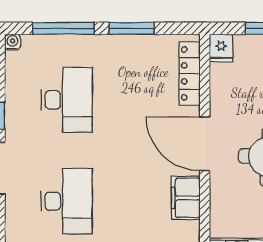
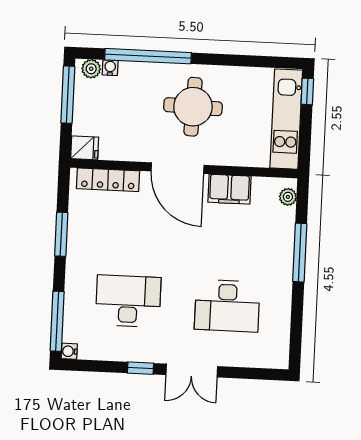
window: (63, 28) -> (57, 321), moved
door: (205, 144) -> (178, 168), hinge flipped
desk: (67, 201) -> (227, 306), turned 180

